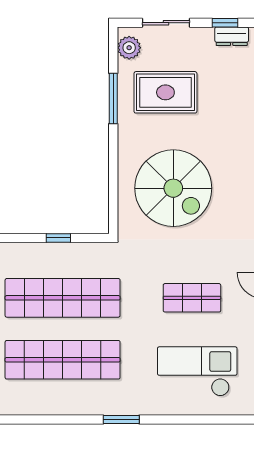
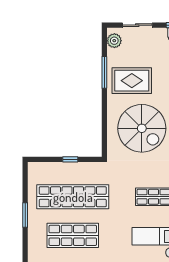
rug: (165, 92) -> (132, 81), moved
shop shelf: (63, 360) -> (73, 235), width x0.71

